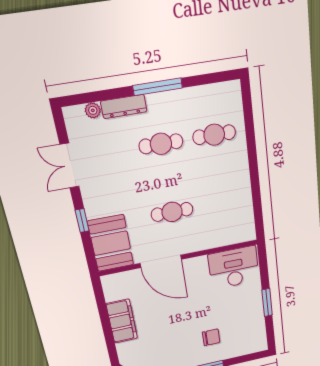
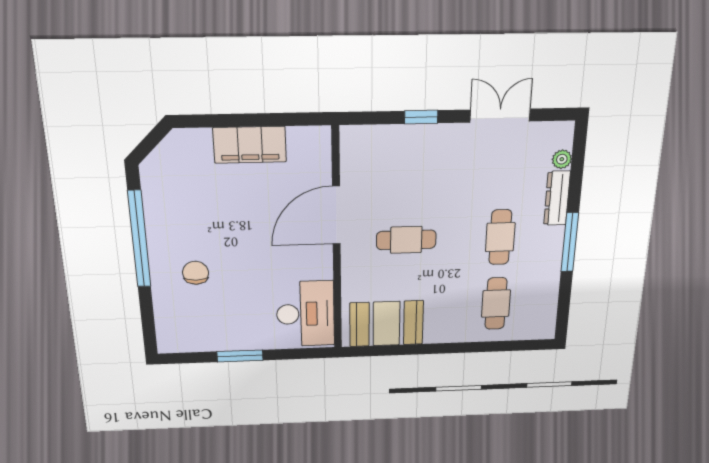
cafe table: (172, 212) -> (406, 240), turned 90
booth: (111, 243) -> (386, 324), moved
chair: (211, 337) -> (196, 273), turned 180

